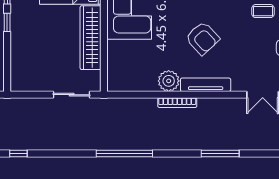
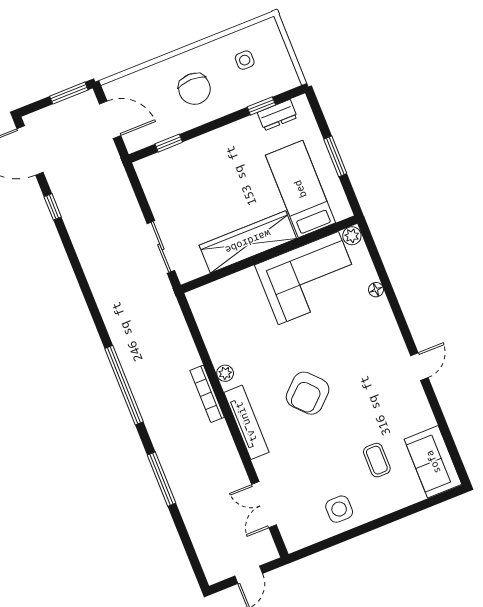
window: (7, 22) -> (169, 143), moved
plant: (169, 81) -> (225, 373), width x0.53, depth x0.53
window: (124, 154) -> (124, 385), moved

